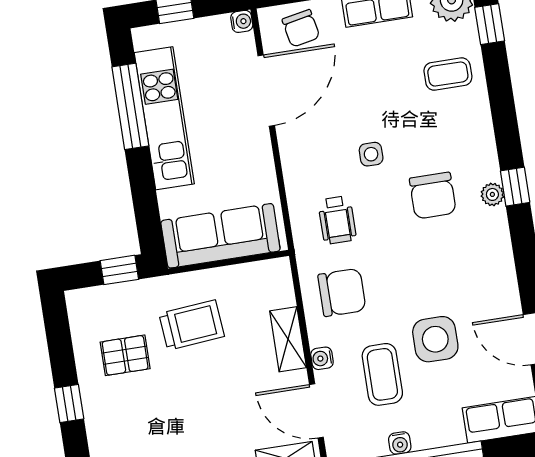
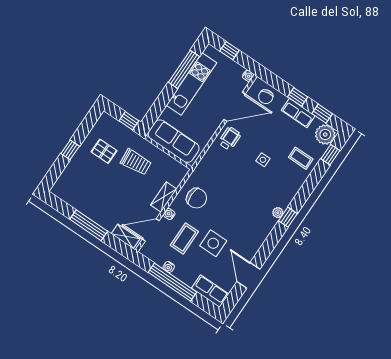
side table: (371, 154) -> (263, 160), moved
chair: (433, 196) -> (257, 194), removed
wheelchair: (337, 220) -> (229, 138), moved, turned 180
door: (316, 411) -> (151, 230), hinge flipped

